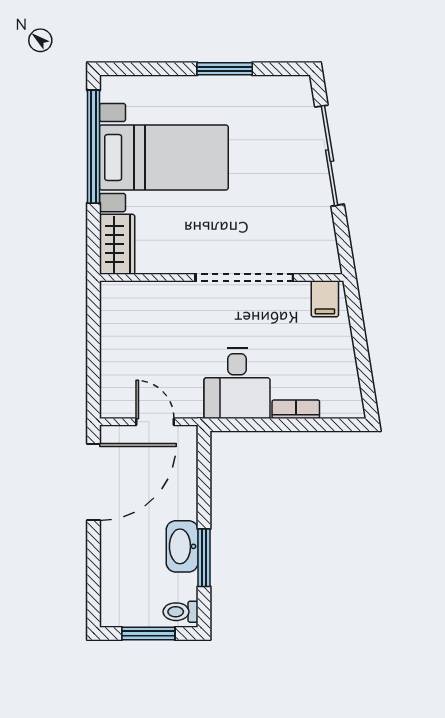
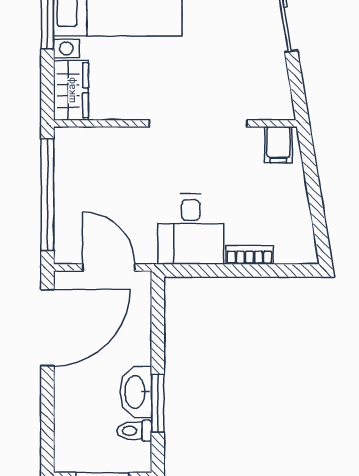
window: (94, 349) -> (47, 195), added
door: (155, 422) -> (109, 267), width x1.38
toilet: (181, 612) -> (134, 431), moved

